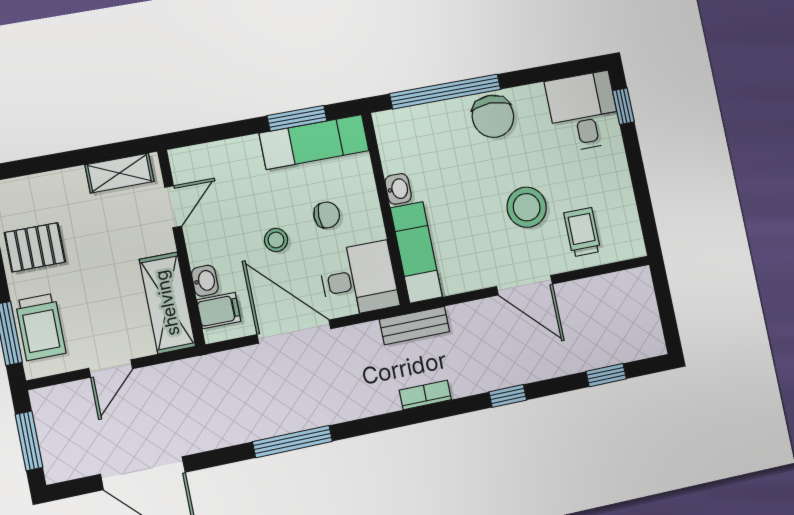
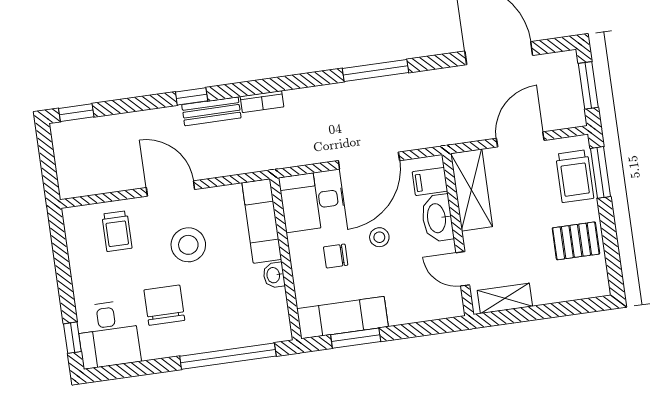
chair: (493, 116) -> (164, 305), moved
door: (173, 207) -> (463, 269), hinge flipped
stool: (527, 207) -> (188, 245), moved
washbasin: (205, 281) -> (437, 218), width x1.91, depth x1.45
bench: (415, 326) -> (211, 111), moved
trolley: (41, 327) -> (575, 176), turned 180
door: (294, 332) -> (369, 161), hinge flipped
door: (111, 368) -> (520, 139), width x1.38
window: (606, 375) -> (76, 113), moved

